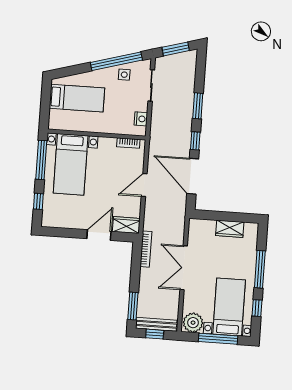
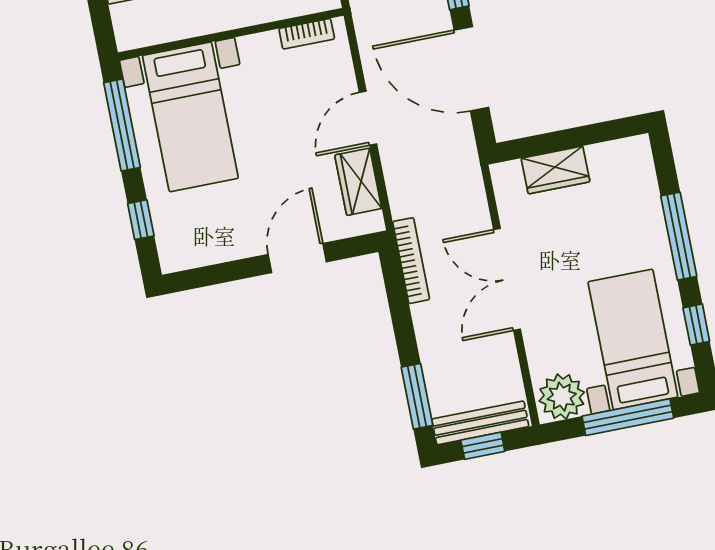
wardrobe: (126, 225) -> (358, 182), moved, turned -90
wardrobe: (230, 229) -> (555, 170), moved

